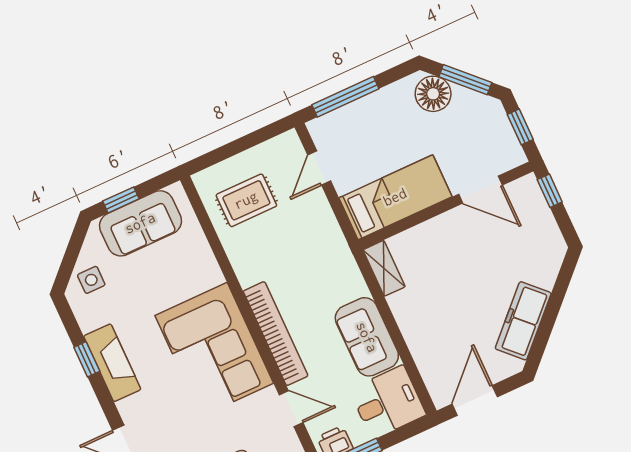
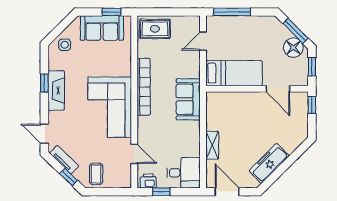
floor lamp: (433, 94) -> (293, 48), moved
window: (121, 200) -> (111, 12), moved
rug: (246, 200) -> (155, 29), moved
shelving: (384, 268) -> (212, 145), moved
bookcase: (276, 334) -> (144, 87), moved
sofa: (367, 337) -> (188, 99), moved
door: (475, 400) -> (227, 192), hinge flipped

